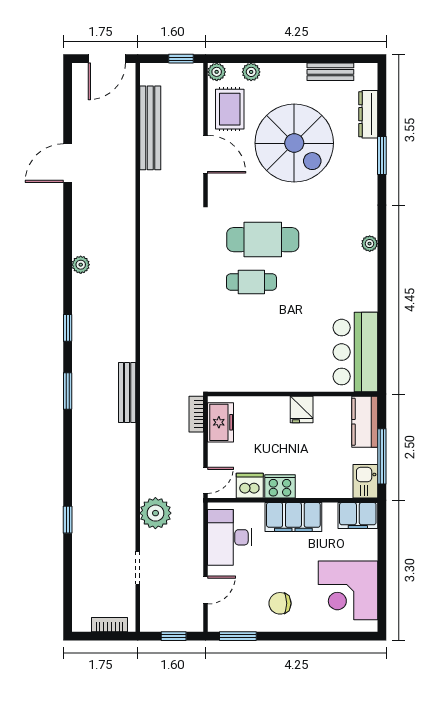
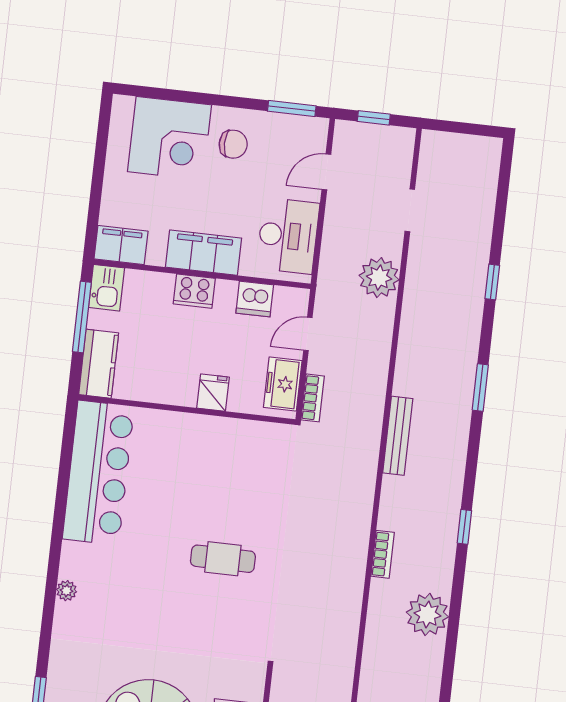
cafe table: (263, 240) -> (202, 611), removed
plant: (81, 265) -> (427, 614), width x1.88, depth x1.88
bar counter: (355, 352) -> (98, 473), width x1.36
window: (68, 391) -> (480, 388), moved
fridge: (302, 410) -> (213, 393), moved
door: (206, 480) -> (308, 334), moved
cooker: (280, 486) -> (194, 291), moved
corner desk: (348, 590) -> (169, 138), moved, turned 90
bookcase: (110, 625) -> (383, 554), moved, turned -90

